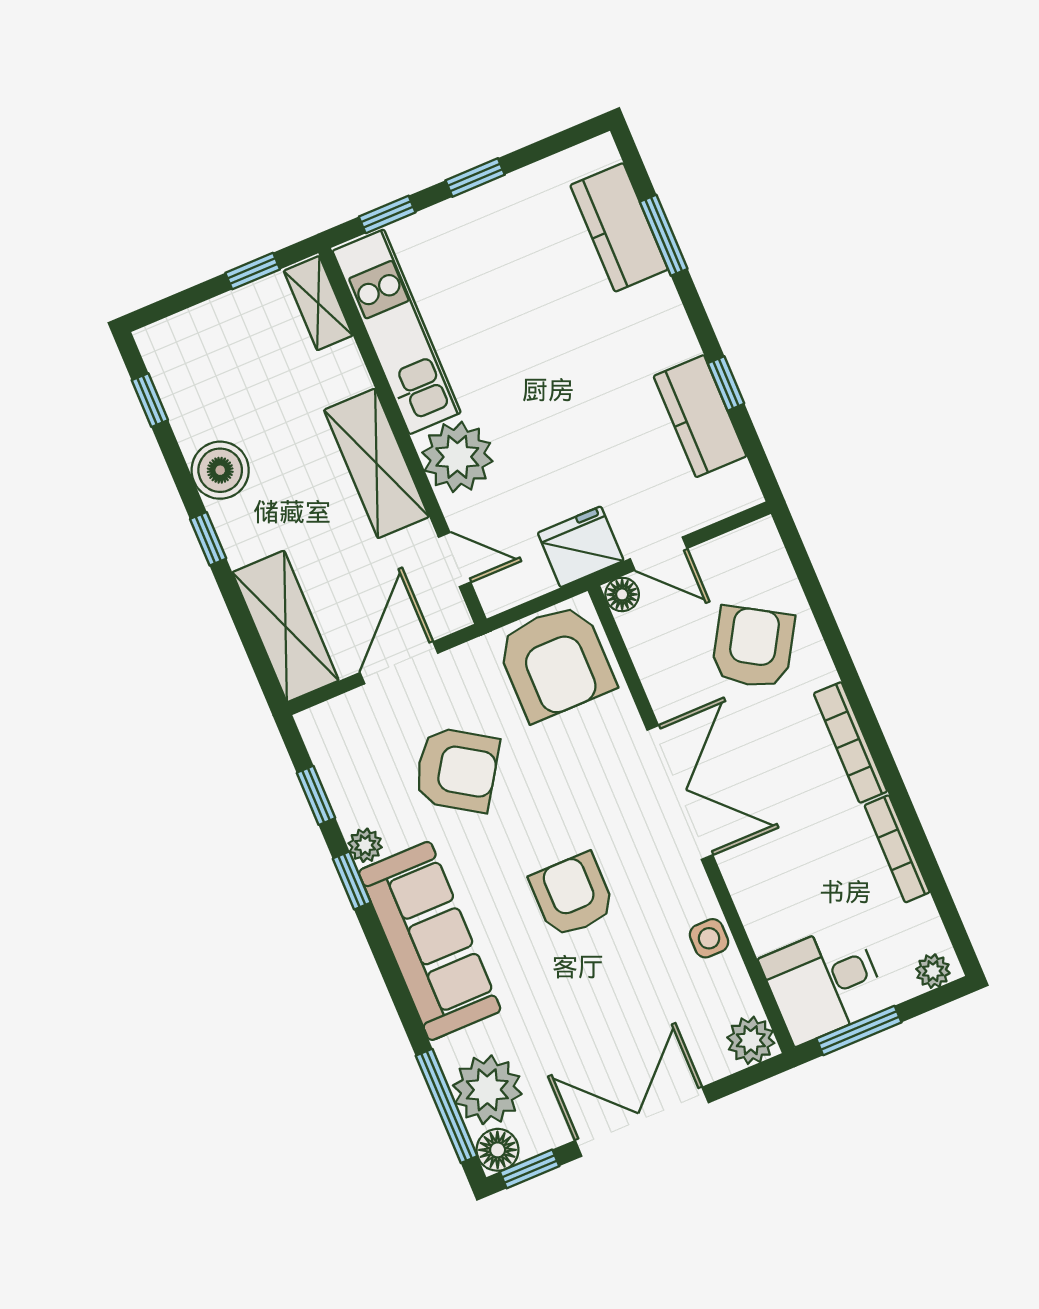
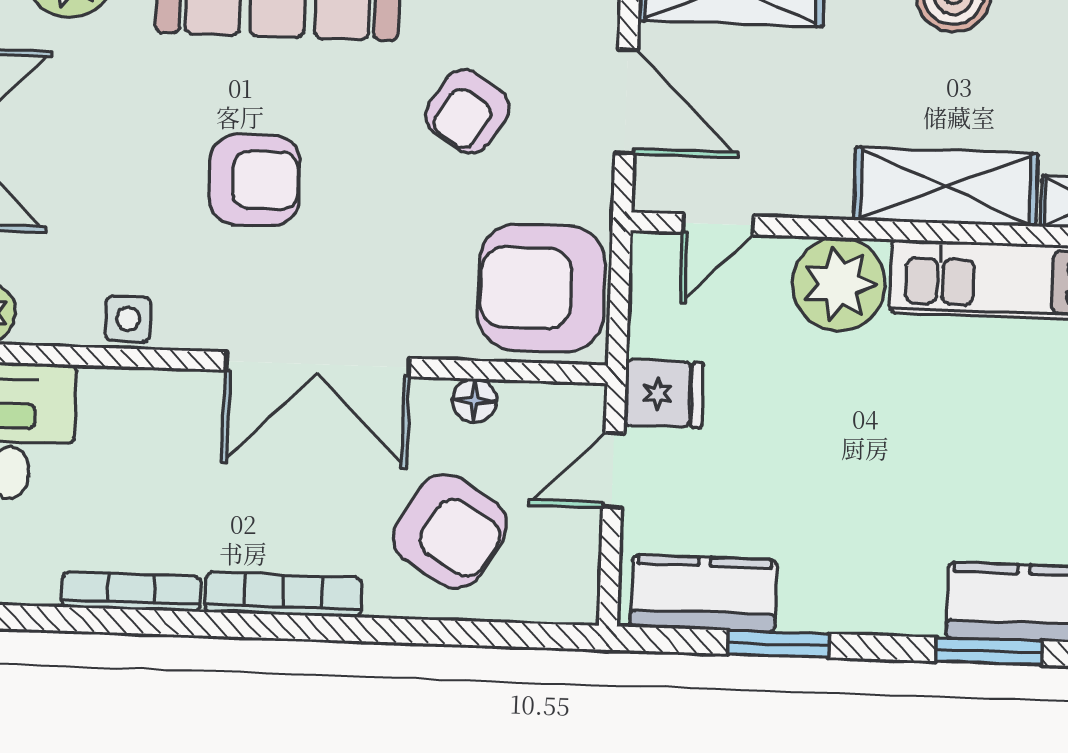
window: (726, 383) -> (779, 644), width x1.50
kitchen counter: (700, 416) -> (704, 593), moved
shelving: (376, 463) -> (946, 187), moved
fridge: (581, 547) -> (664, 394), width x0.72
floor lamp: (622, 594) -> (474, 401), moved
armchair: (457, 770) -> (467, 111), width x0.72, depth x0.72

